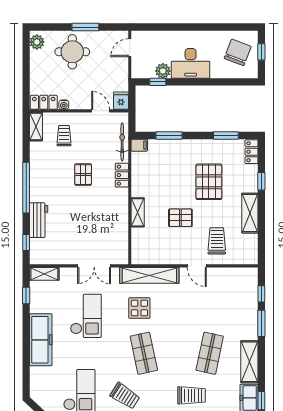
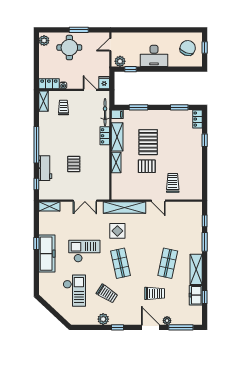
plant: (163, 71) -> (120, 61), moved
pallet: (83, 175) -> (74, 164), moved
pallet: (209, 182) -> (148, 142), moved
shelving: (250, 213) -> (117, 137), moved
window: (26, 296) -> (36, 243), moved
checkout: (86, 316) -> (84, 251), moved, turned -90

